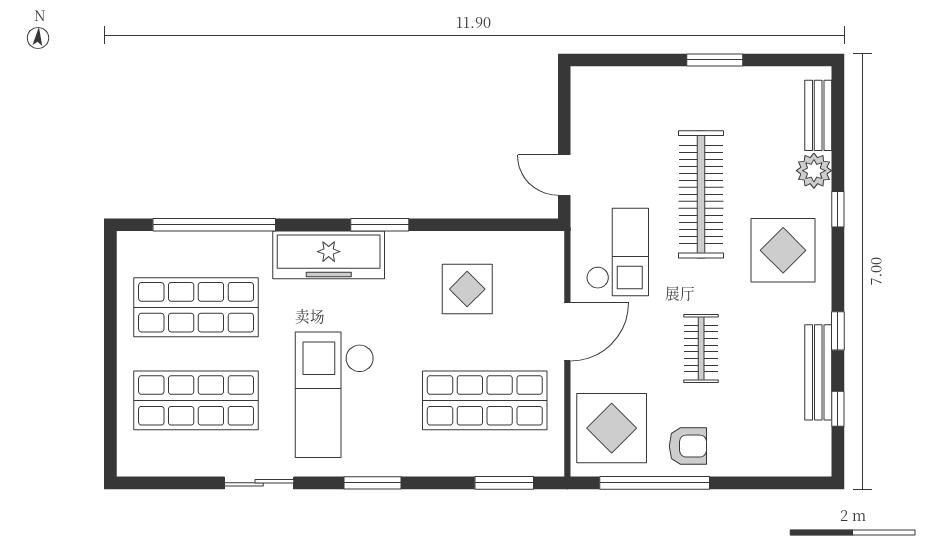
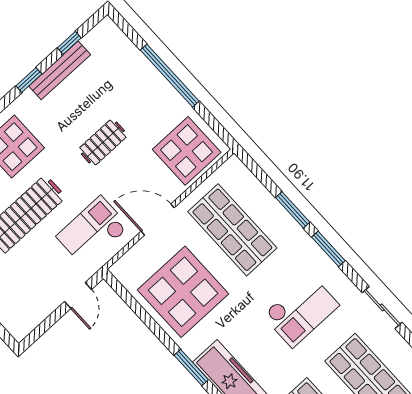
display table: (467, 289) -> (183, 292), width x1.86, depth x1.86
checkout: (335, 395) -> (301, 310), width x0.73, depth x0.83
armchair: (688, 446) -> (160, 103), removed
window: (504, 483) -> (293, 210), moved
window: (655, 483) -> (170, 76), moved

